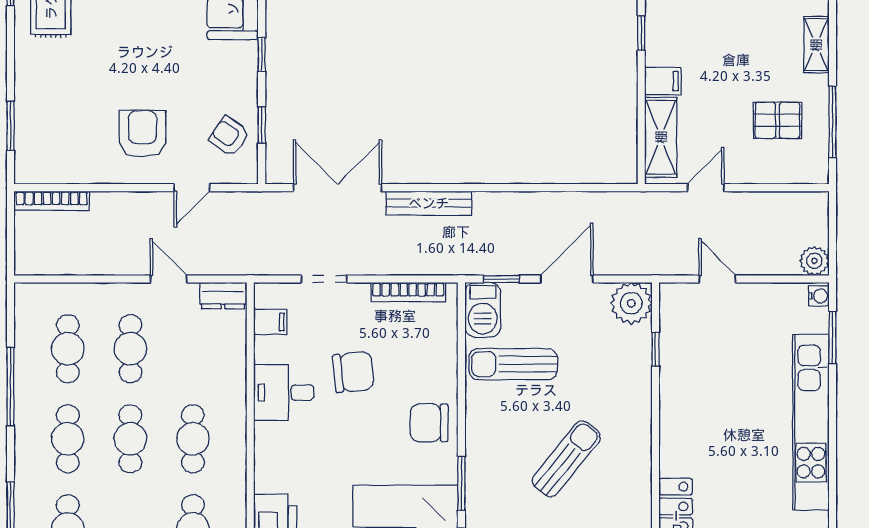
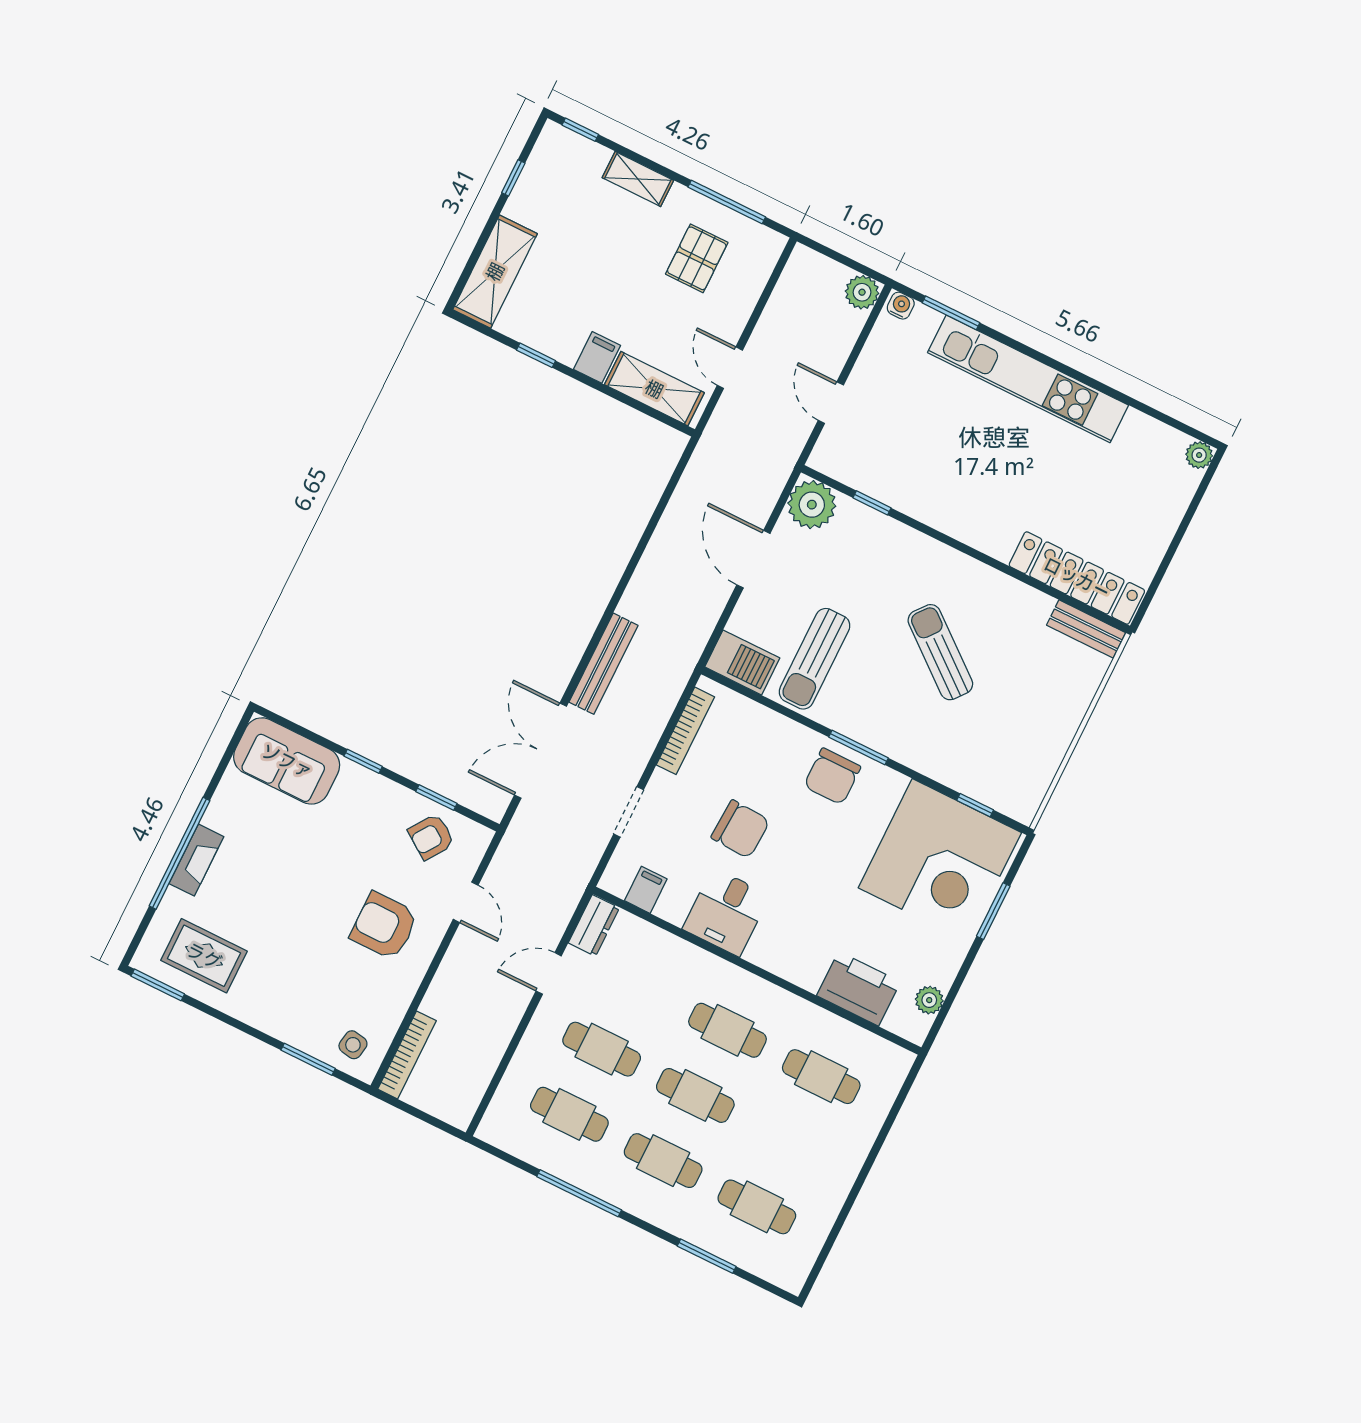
side table: (39, 155) -> (353, 1045), added
window: (501, 279) -> (720, 627), removed
door: (717, 279) -> (831, 403), hinge flipped
chair: (353, 372) -> (740, 829), turned 99
window: (461, 483) -> (858, 747), moved

